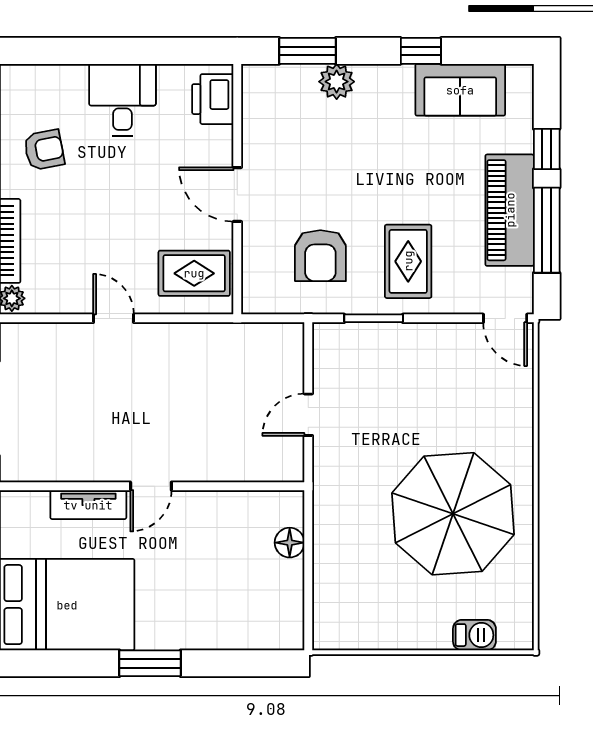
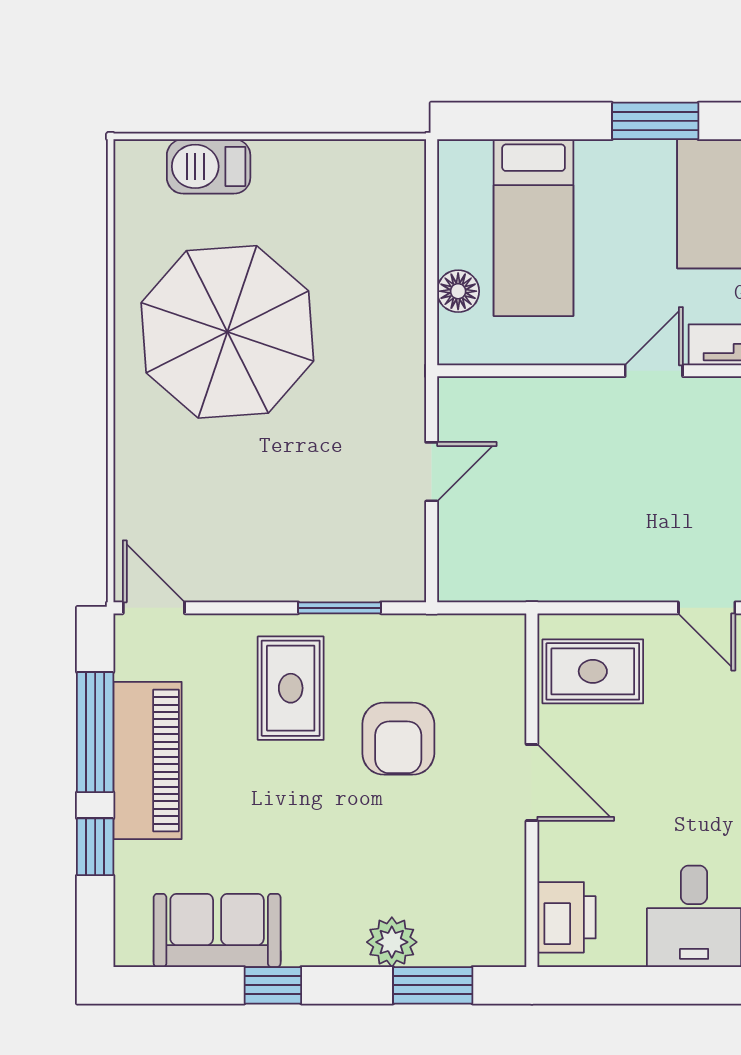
armchair: (320, 256) -> (398, 739), moved, turned 180
bed: (236, 588) -> (534, 228), added
barbecue: (474, 635) -> (209, 166), width x1.38, depth x1.27

